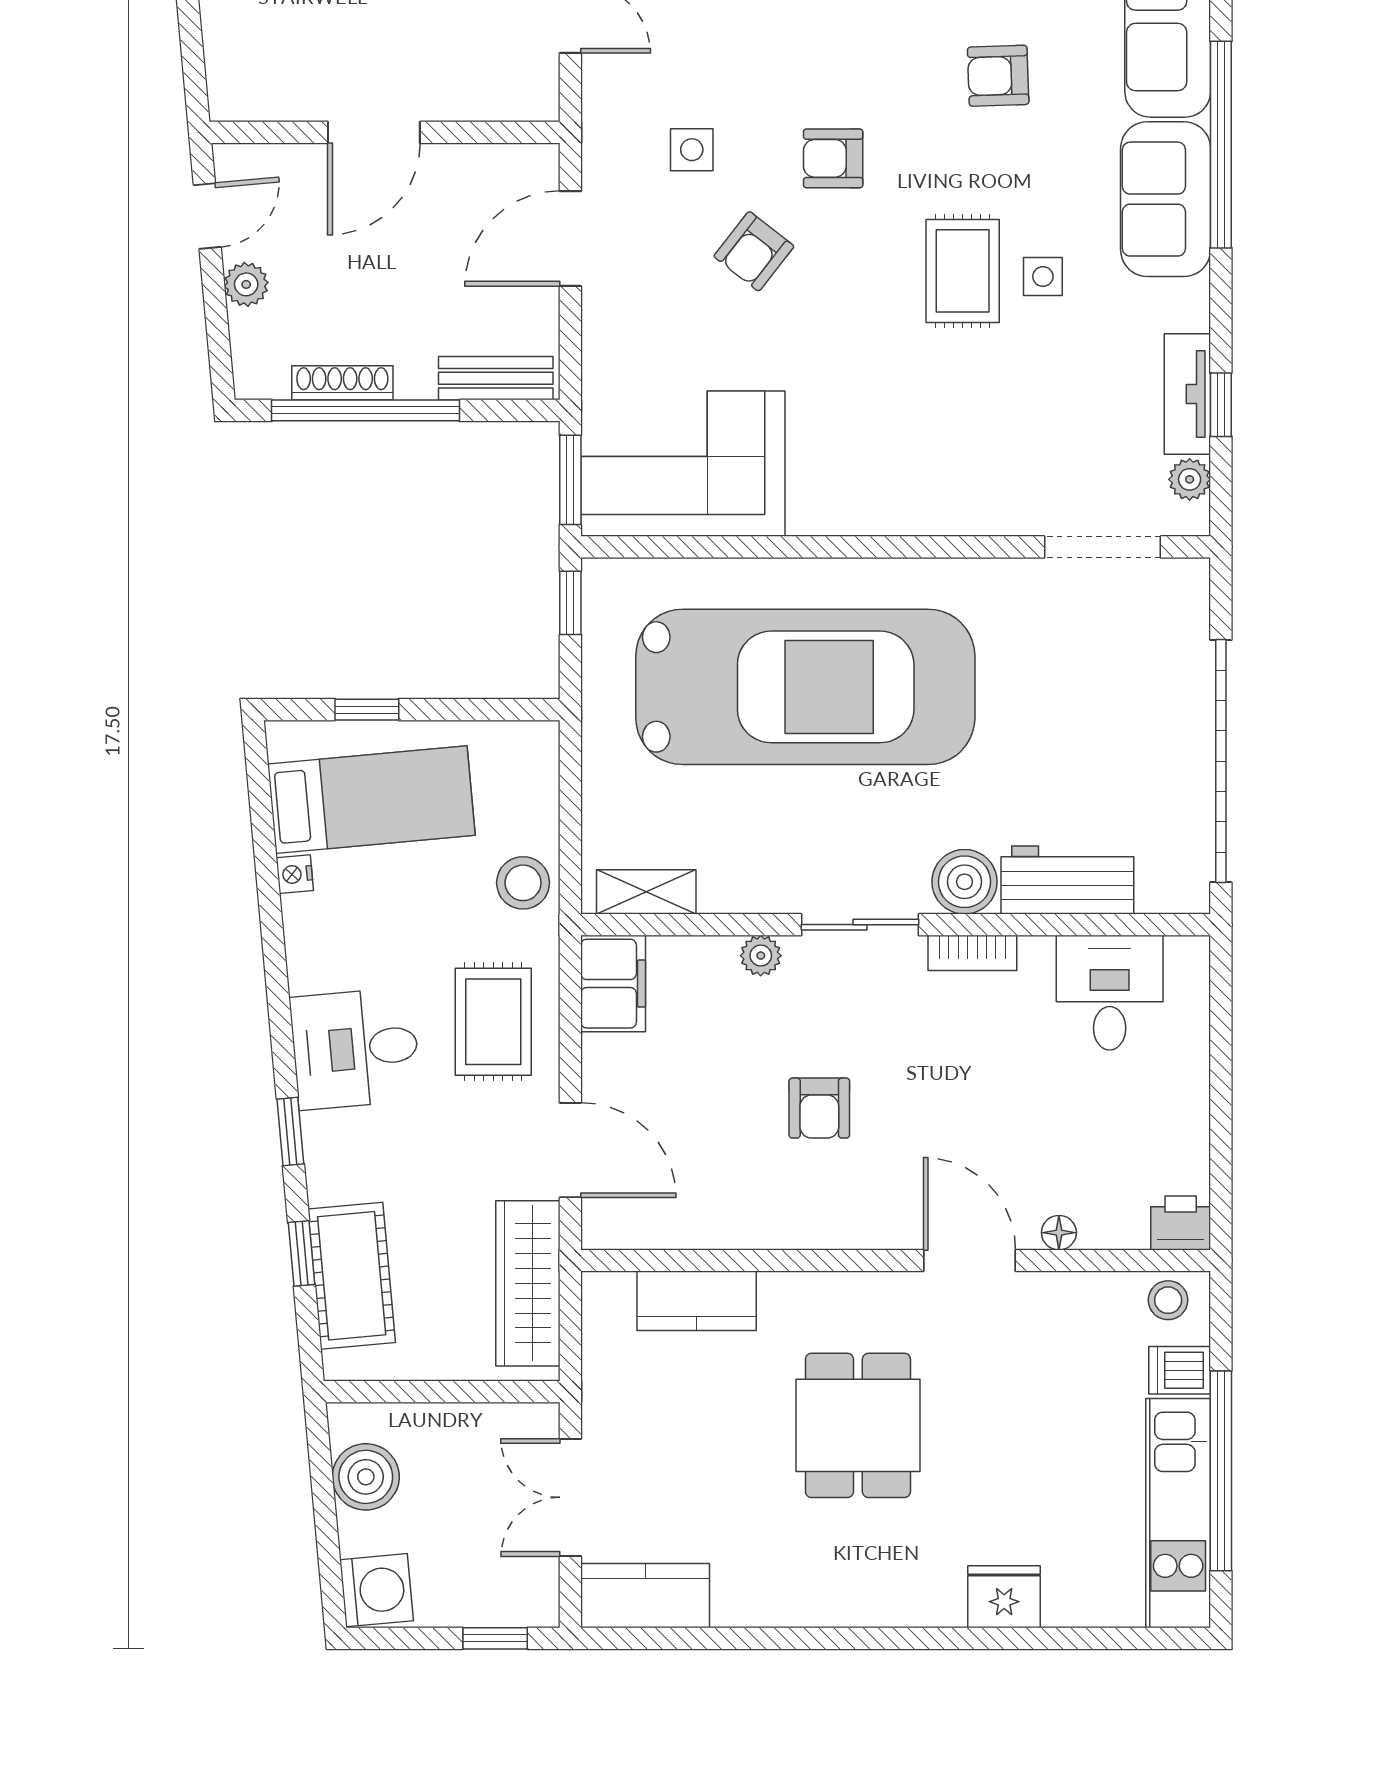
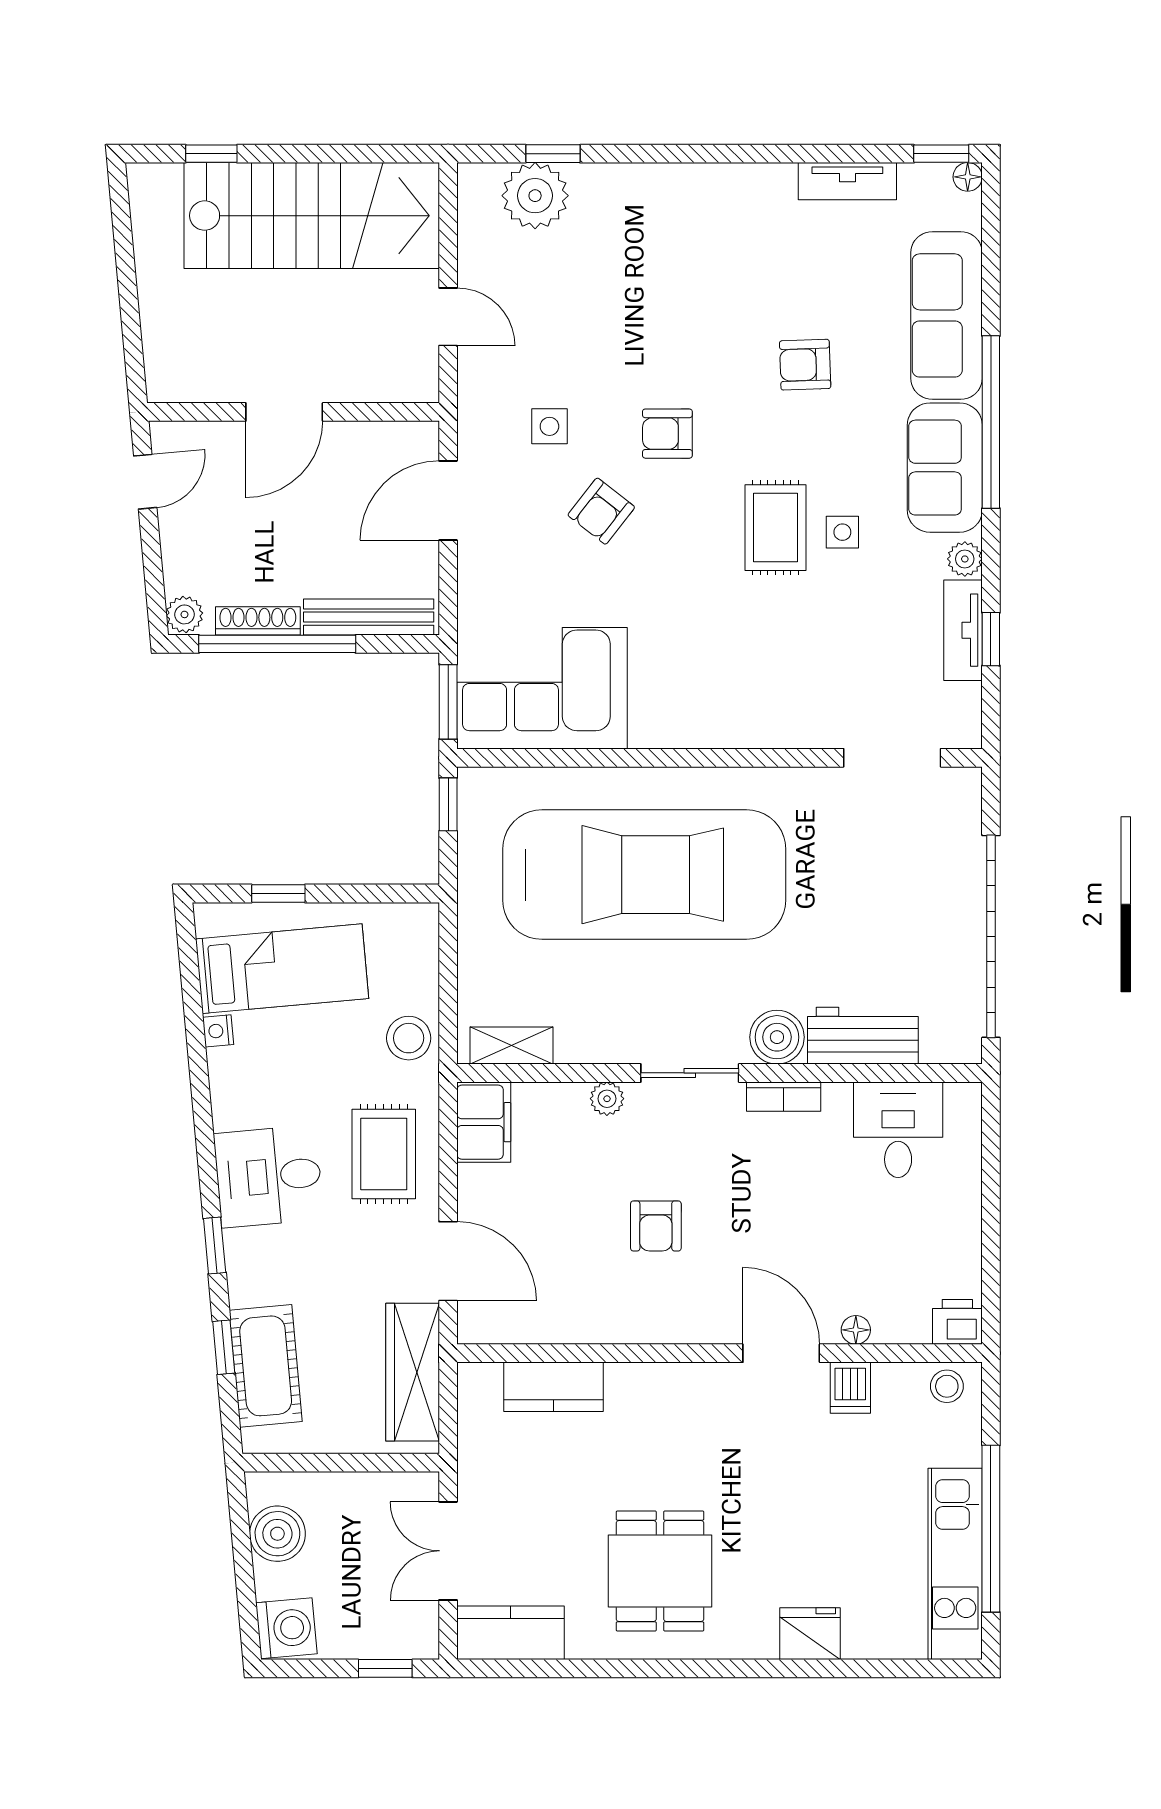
plant: (246, 284) -> (184, 614), moved
bench: (496, 378) -> (369, 617), width x1.36
plant: (1190, 479) -> (965, 559), moved
dishwasher: (1180, 1370) -> (850, 1388), moved, turned -90
dining table: (858, 1425) -> (660, 1571), moved

